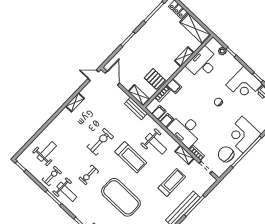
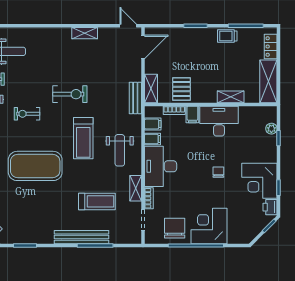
trolley: (150, 27) -> (227, 36), added
desk: (203, 63) -> (219, 121), moved
exercise mat: (121, 197) -> (35, 166), turned 90

